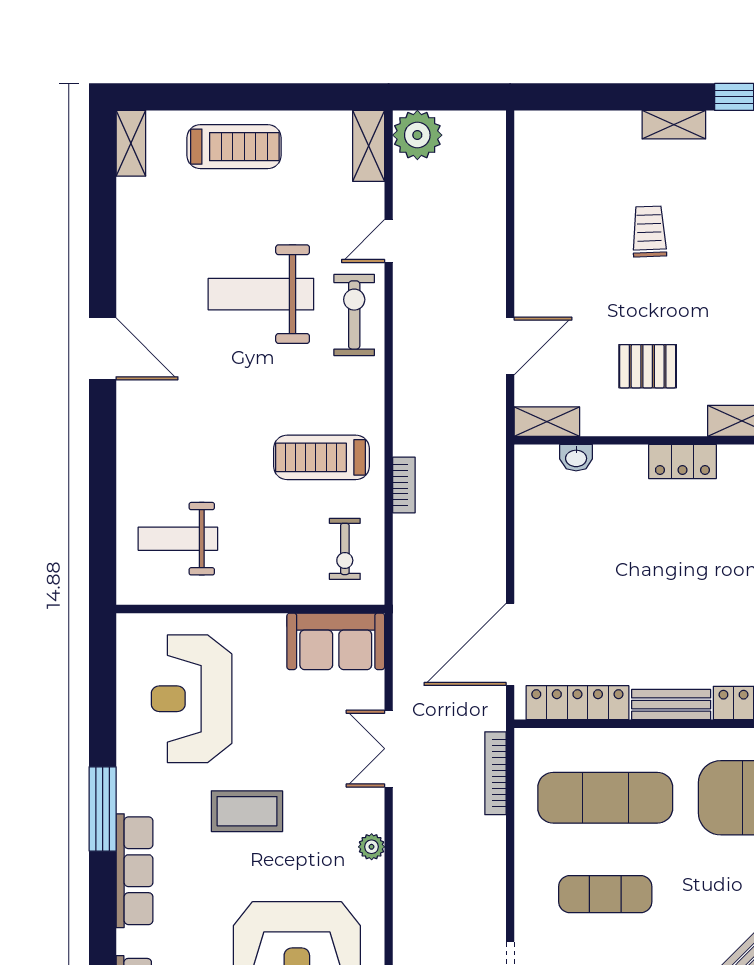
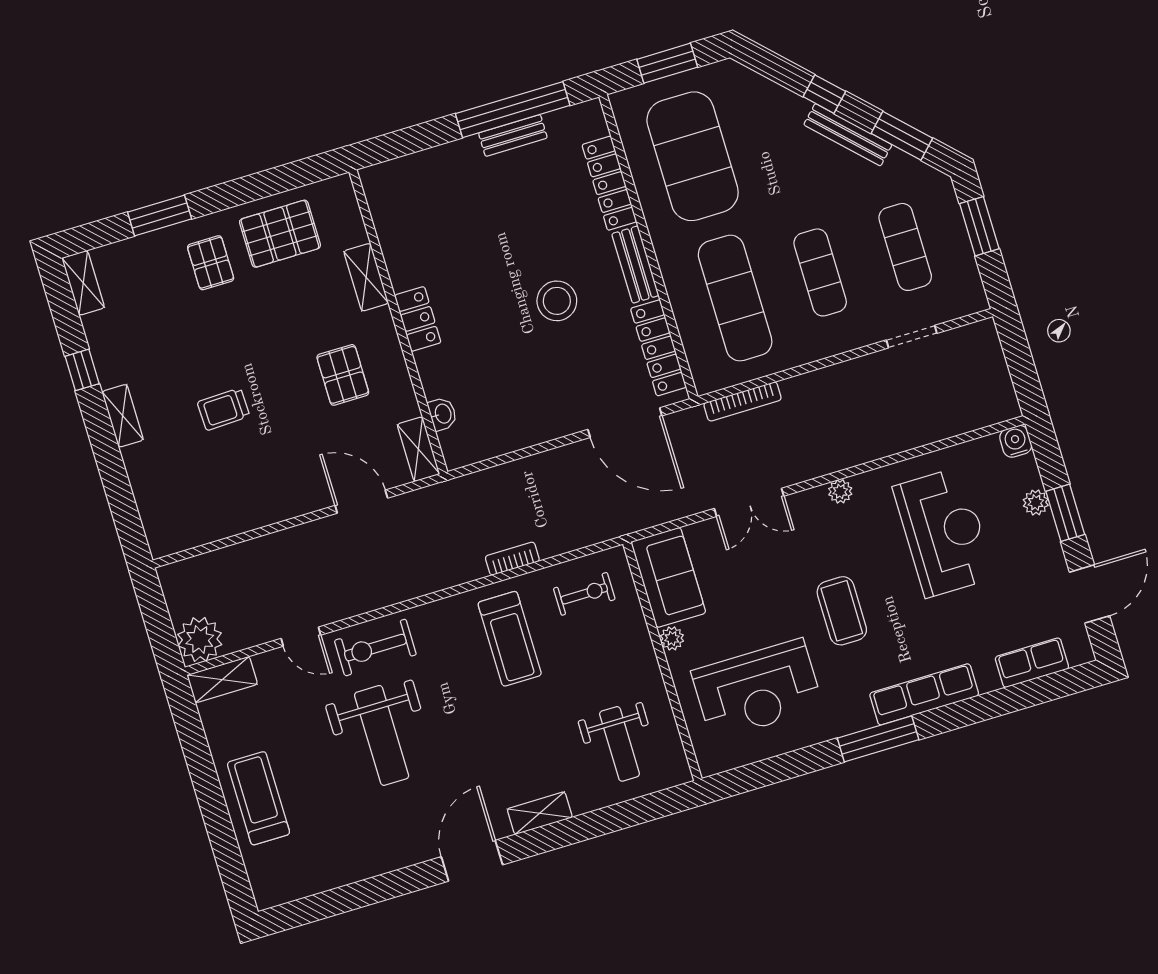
shelving: (131, 143) -> (540, 813), moved
stool: (658, 612) -> (557, 301), added
plant: (271, 626) -> (672, 638), added

